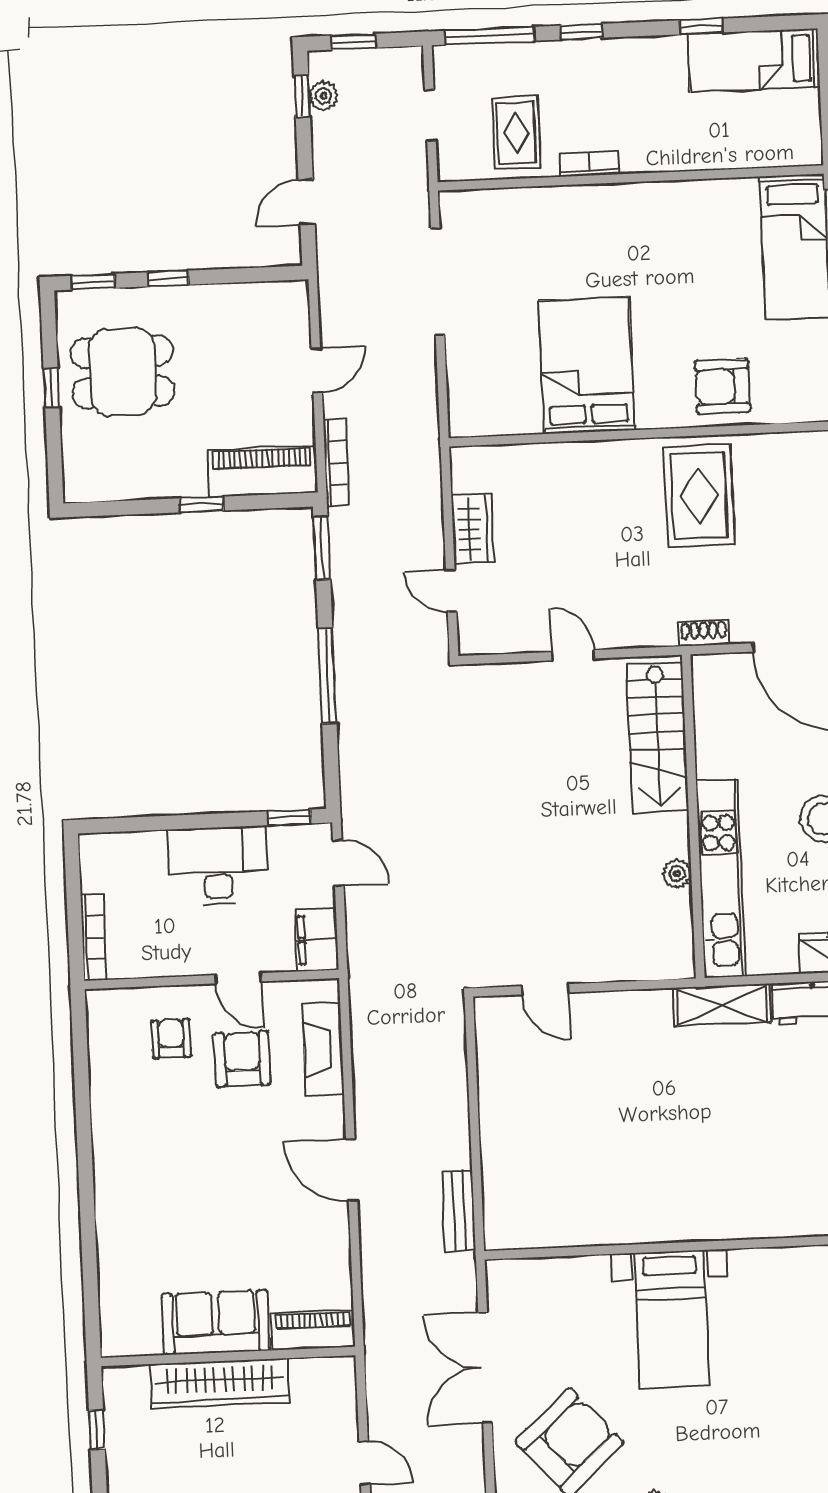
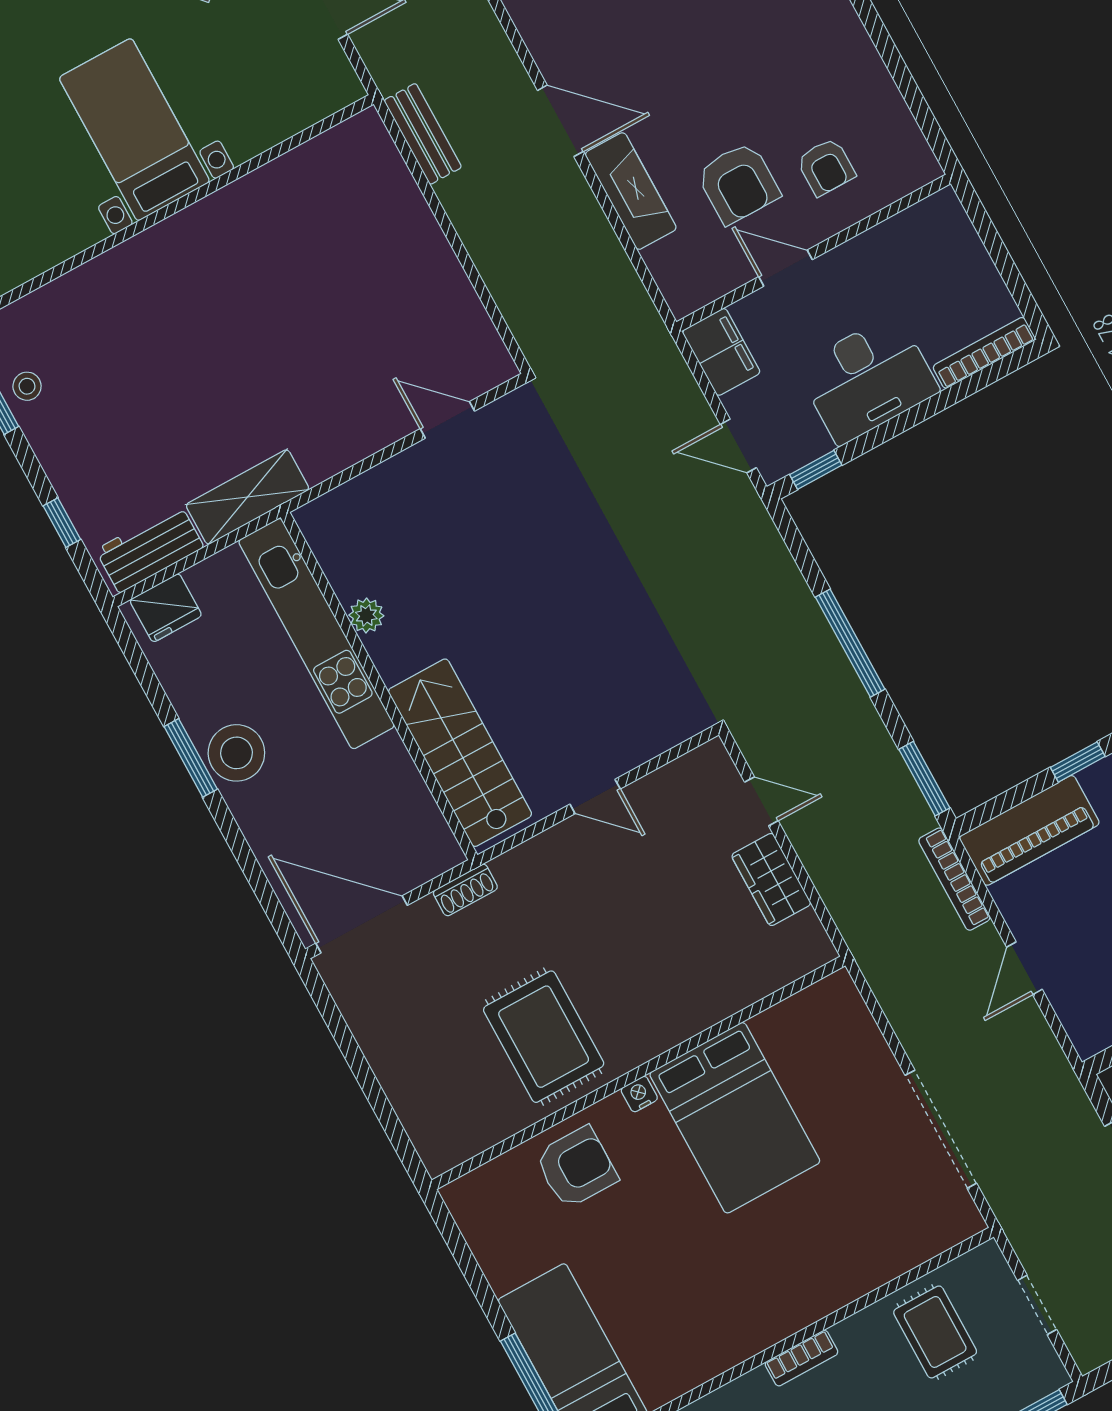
bookcase: (590, 164) -> (802, 1358), moved
nightstand: (649, 418) -> (639, 1094), added
bookcase: (93, 937) -> (984, 353), moved, turned 90
fireplace: (323, 1049) -> (631, 191), moved

